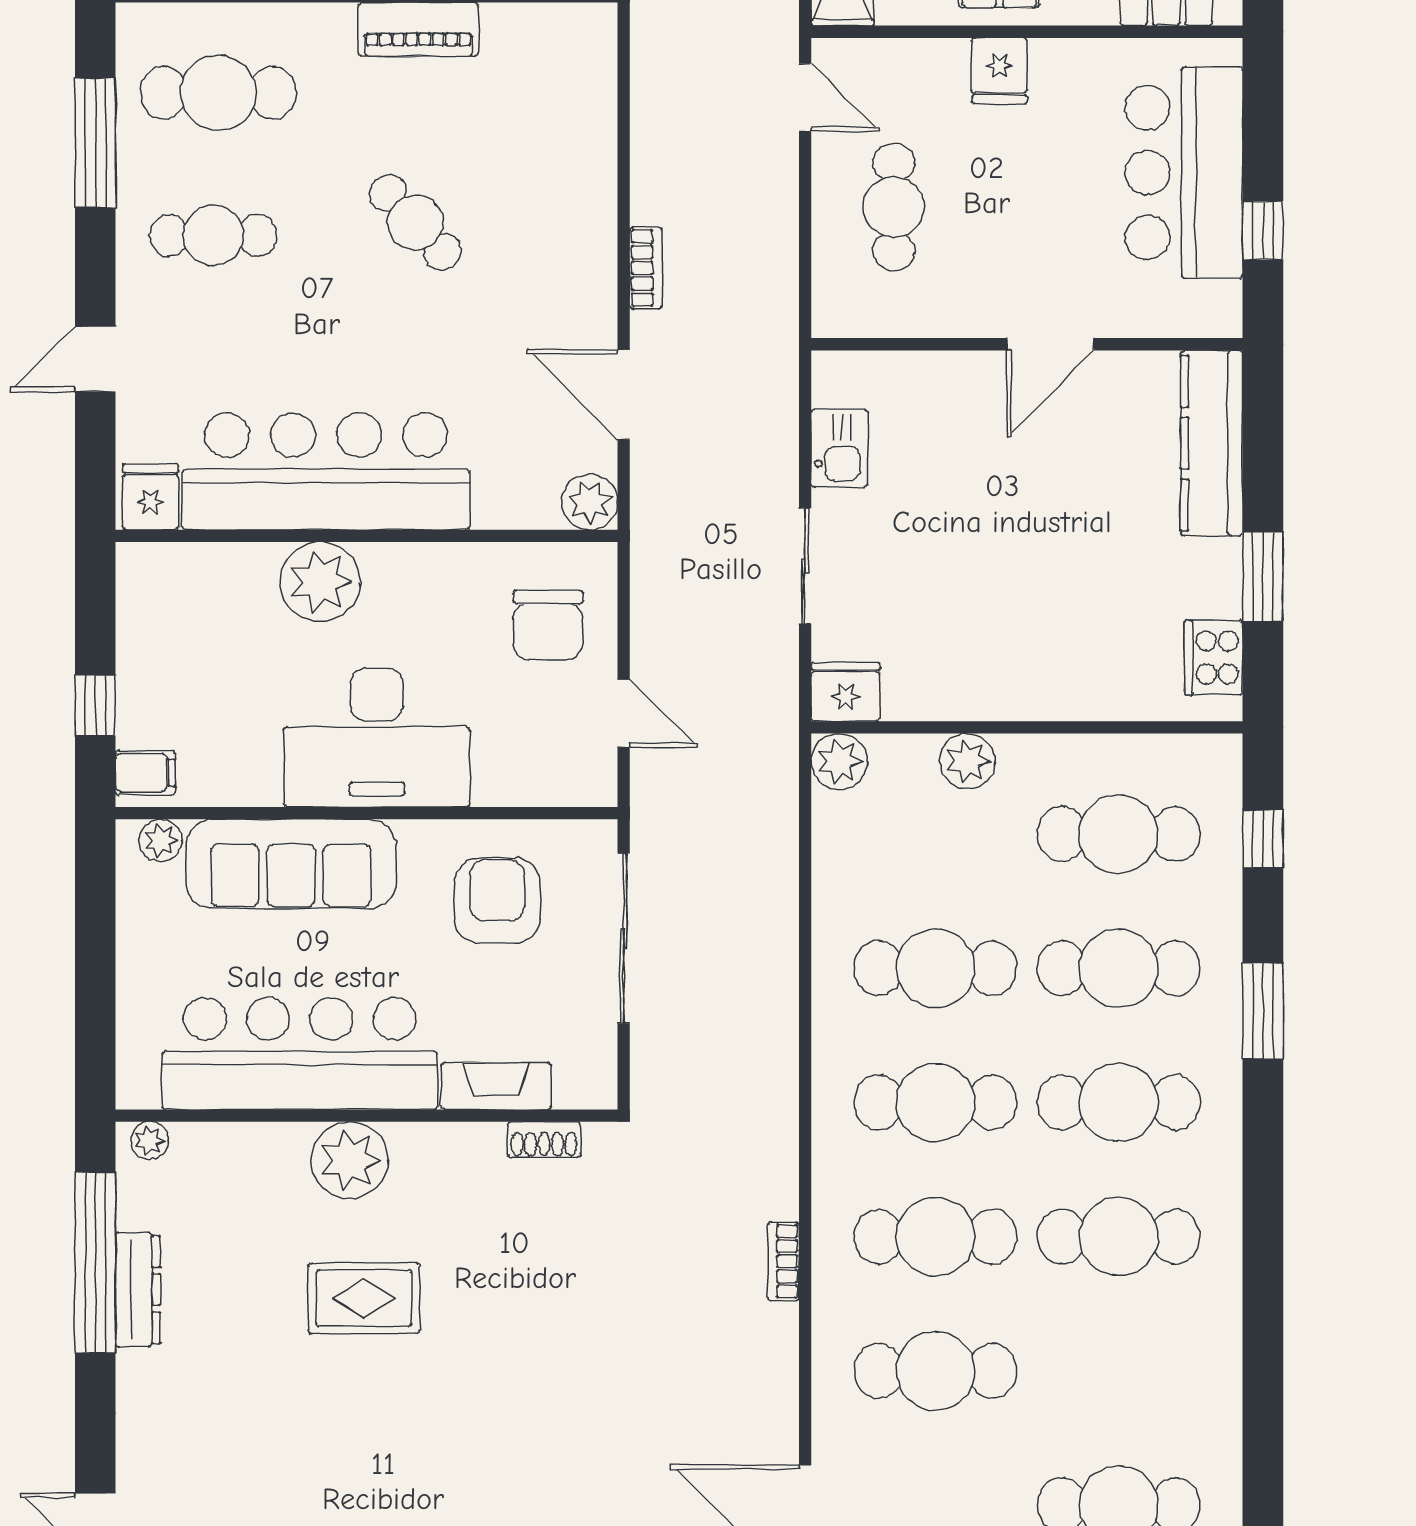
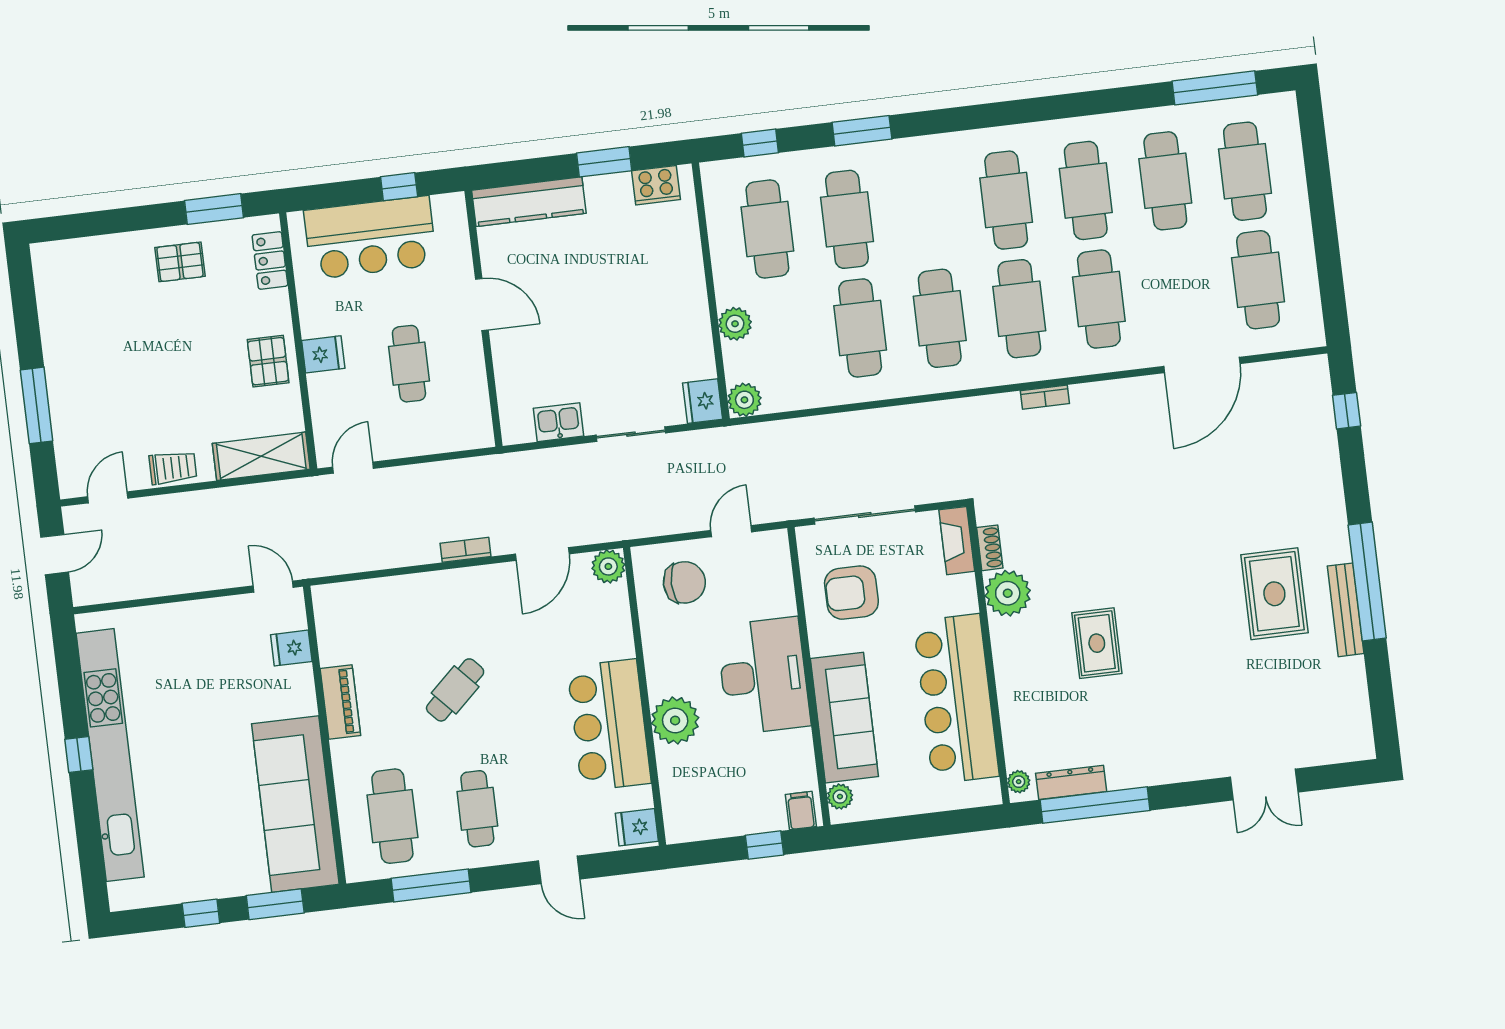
cafe table: (894, 207) -> (409, 364), moved, turned 90
bar counter: (326, 471) -> (609, 725), width x0.73
fireplace: (496, 1086) -> (957, 541), moved
cafe table: (1118, 1102) -> (1086, 190), moved
plant: (350, 1160) -> (1008, 593), moved
dresser: (138, 1290) -> (1071, 782), moved

